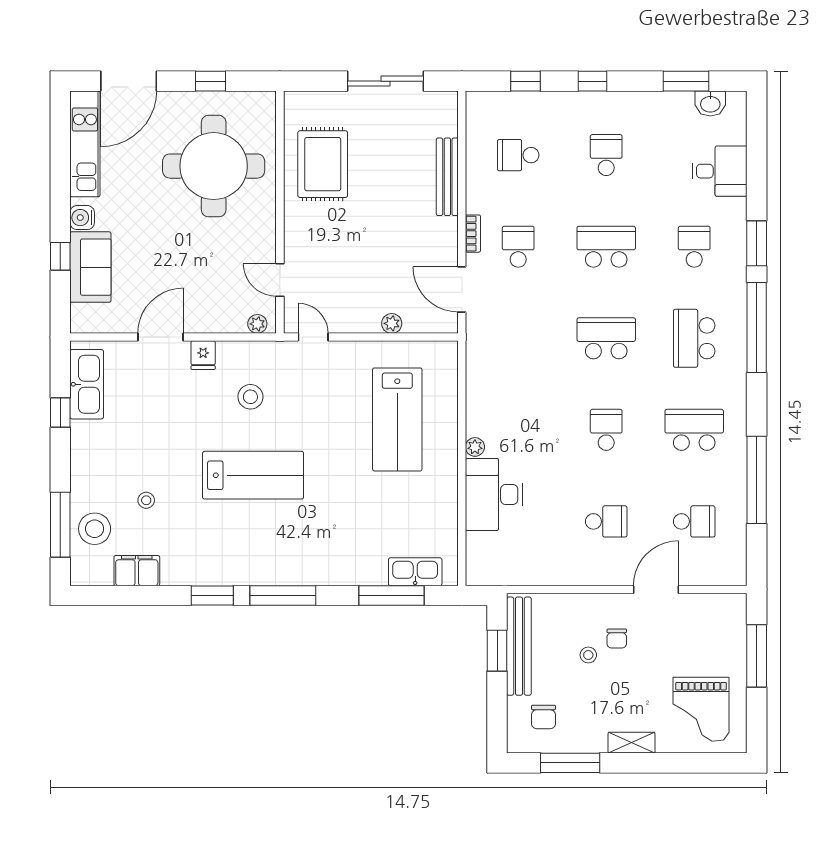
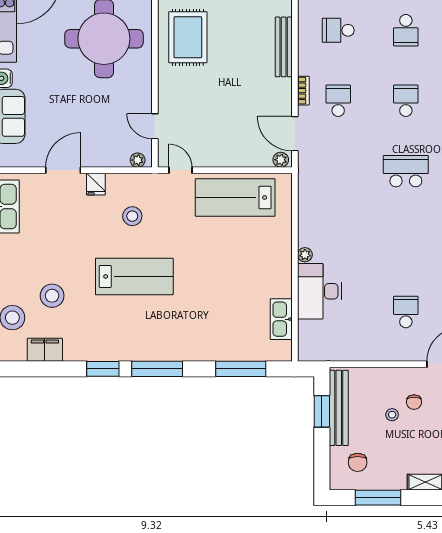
school desk: (606, 155) -> (406, 30), turned 180
school desk: (606, 247) -> (406, 101), width x0.54
plant: (392, 323) -> (281, 160), moved
lab bench: (397, 419) -> (235, 197), moved, turned 90
school desk: (606, 430) -> (406, 242), removed
stool: (146, 500) -> (52, 296), width x1.89, depth x1.89
school desk: (606, 521) -> (406, 312), turned -90
kitchen sink: (415, 572) -> (281, 319), moved, turned -90

